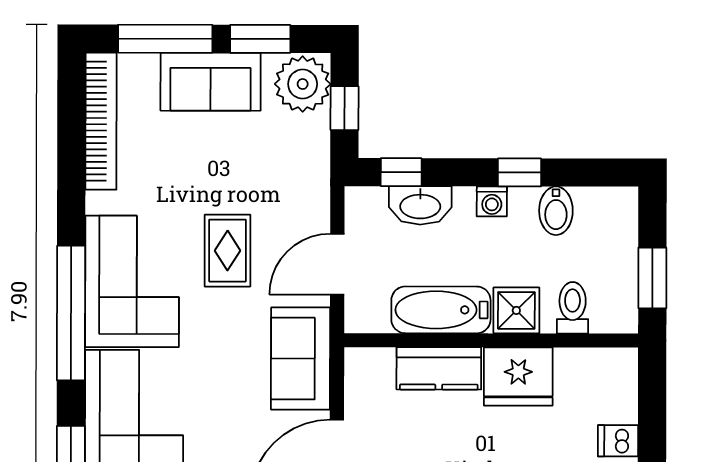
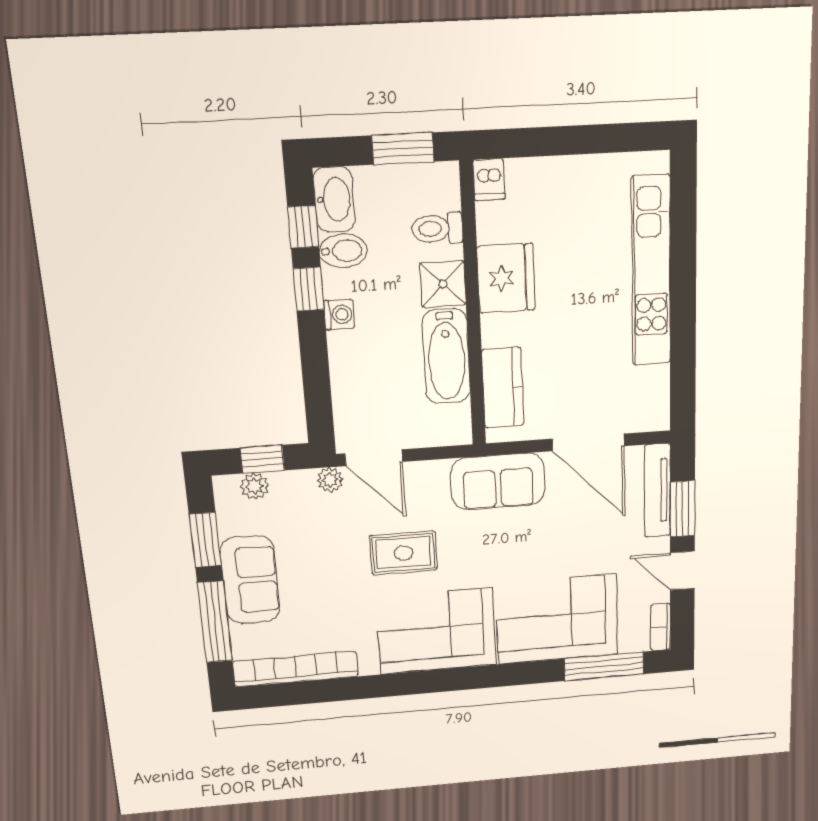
plant: (303, 84) -> (255, 486), width x0.53, depth x0.53
window: (401, 172) -> (303, 227), moved
plant: (317, 177) -> (330, 480), added
washbasin: (420, 205) -> (334, 199), moved
door: (337, 264) -> (374, 458), moved
window: (71, 313) -> (467, 678), removed
kitchen counter: (439, 368) -> (503, 388), moved
dishwasher: (618, 441) -> (489, 180), moved

